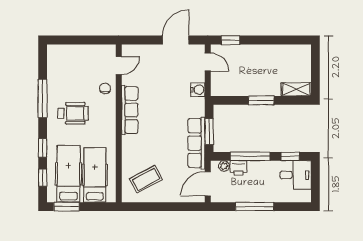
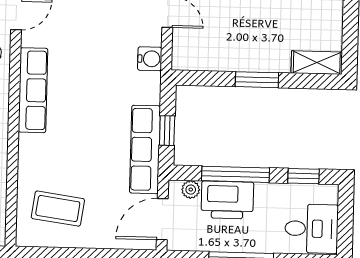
window: (209, 132) -> (167, 131), width x0.67
printer: (239, 168) -> (227, 200), width x1.87, depth x1.48
desk: (296, 175) -> (311, 229), moved
coffee table: (146, 179) -> (58, 209), turned 36

